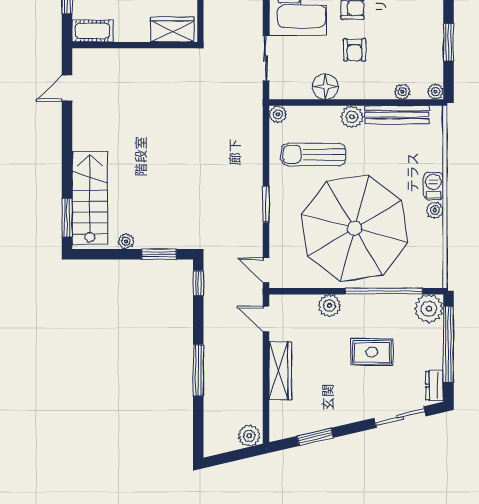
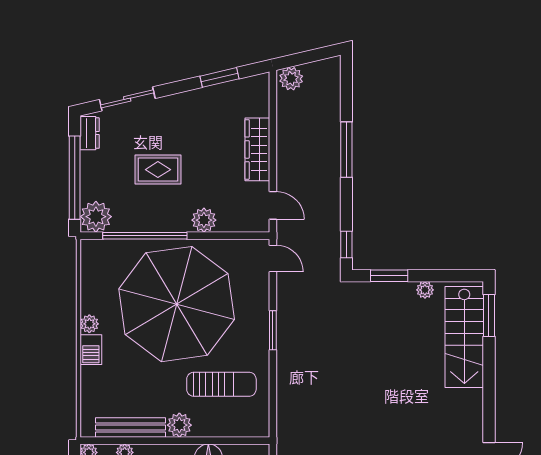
plant: (278, 114) -> (260, 428), removed

